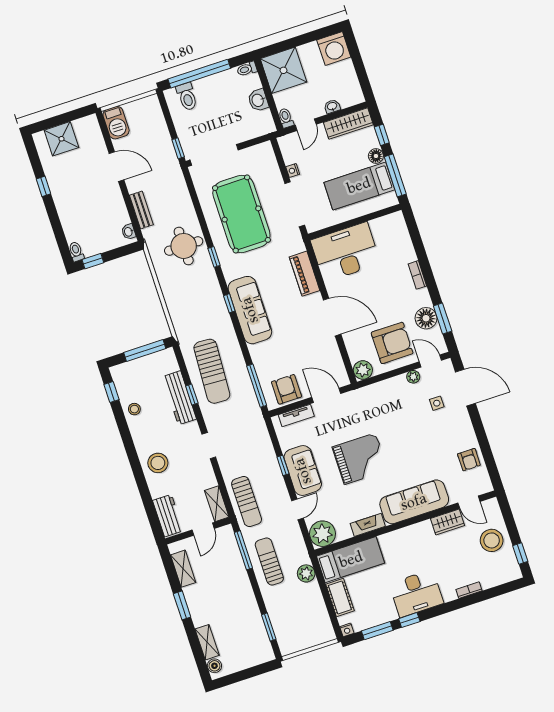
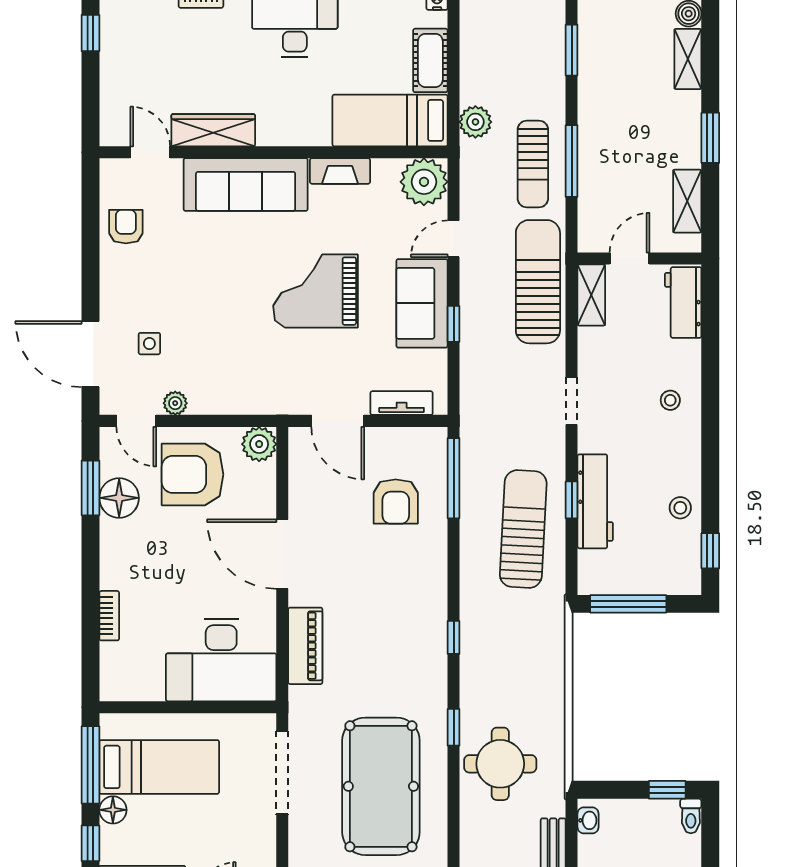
nightstand: (293, 170) -> (266, 833), removed
bookcase: (417, 275) -> (109, 616), moved
sofa: (250, 310) -> (422, 614), removed
armchair: (286, 389) -> (396, 501), moved
stool: (158, 463) -> (670, 400), width x0.53, depth x0.53
sun lounger: (247, 502) -> (538, 282), width x1.36, depth x1.34
wardrobe: (447, 522) -> (213, 130), width x1.50
stool: (492, 540) -> (133, 73), removed
window: (243, 550) -> (572, 161), moved

